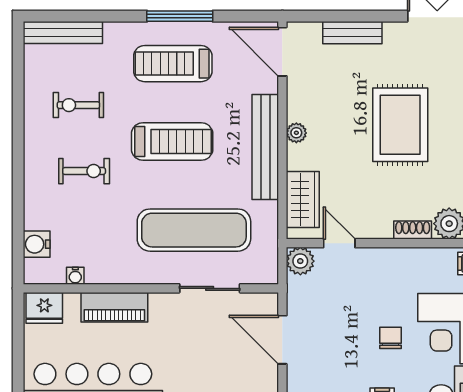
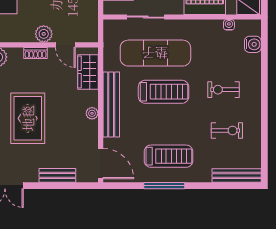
treadmill: (172, 141) -> (164, 92), moved, turned 180
shoe rack: (413, 230) -> (36, 53), moved
plant: (300, 261) -> (44, 34), moved

